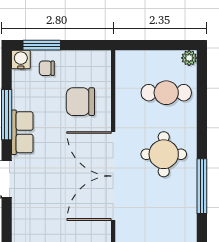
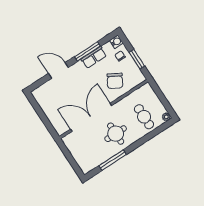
window: (42, 45) -> (137, 59), moved
chair: (80, 102) -> (115, 81), turned -150
row of seats: (22, 132) -> (94, 57), moved

